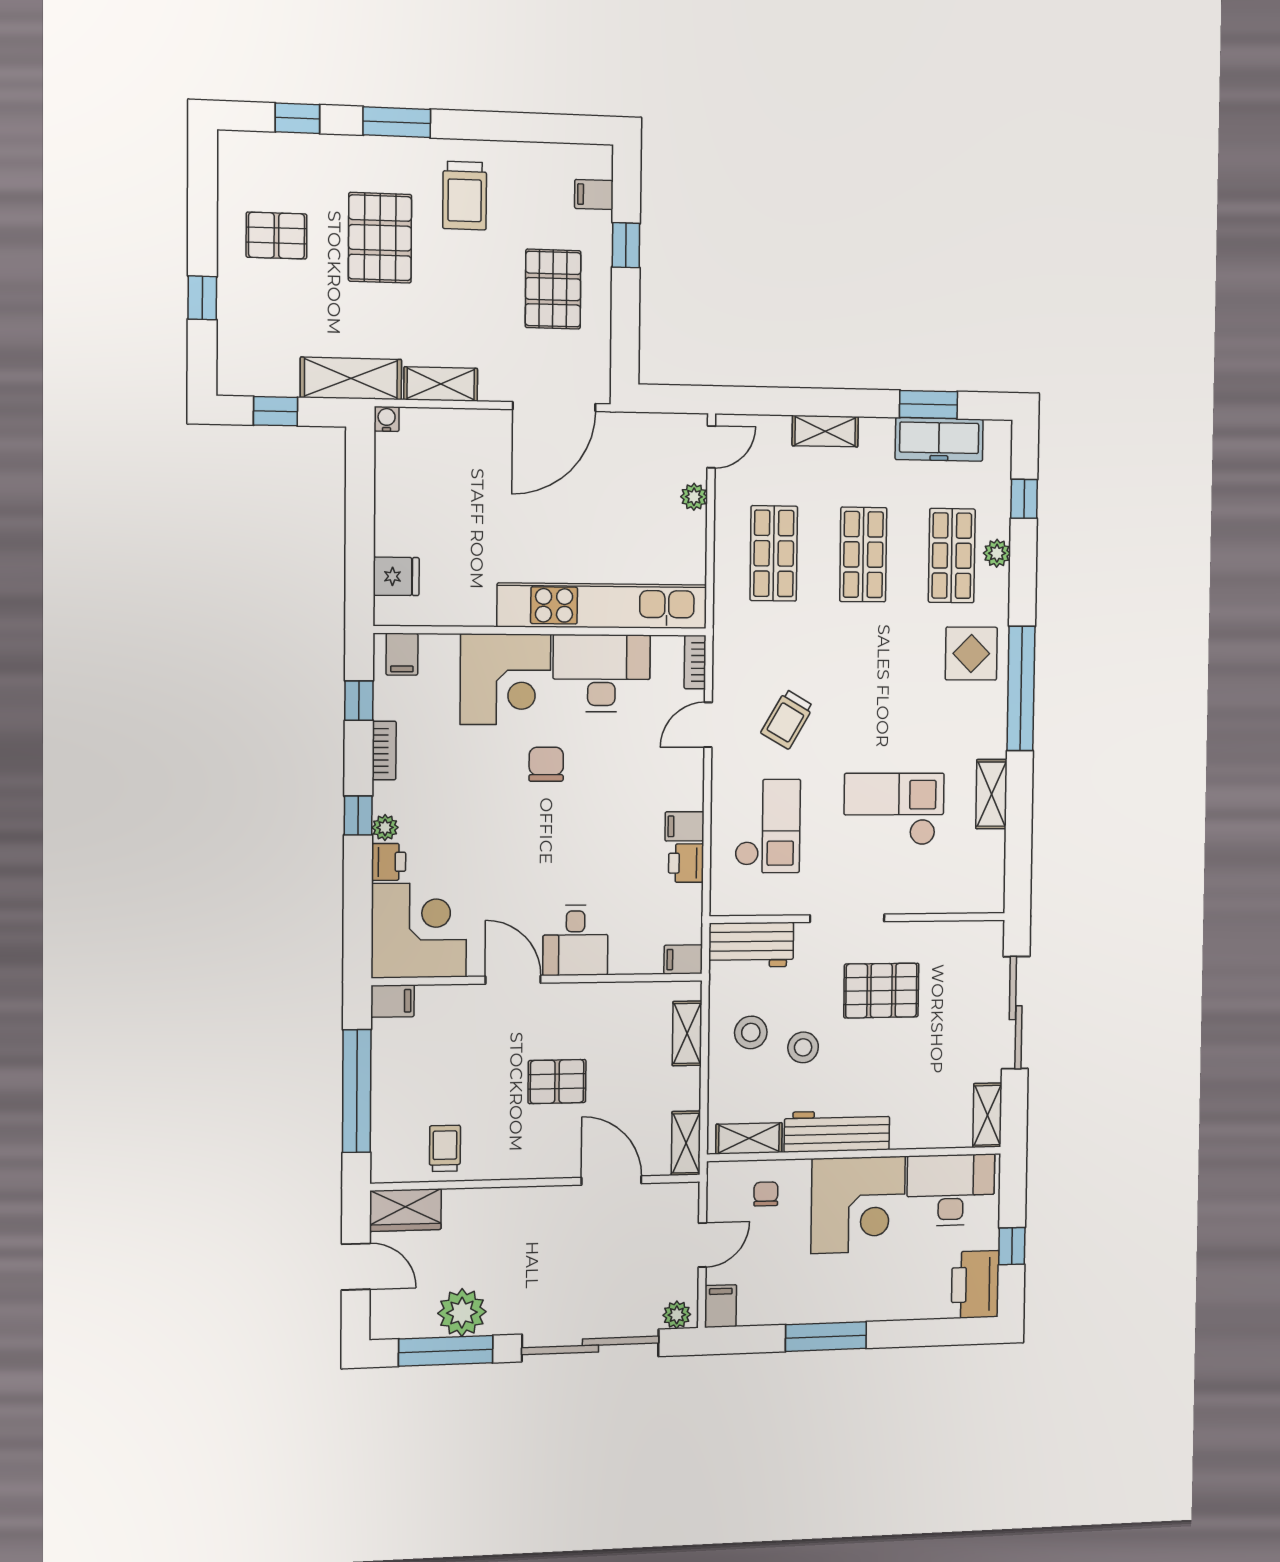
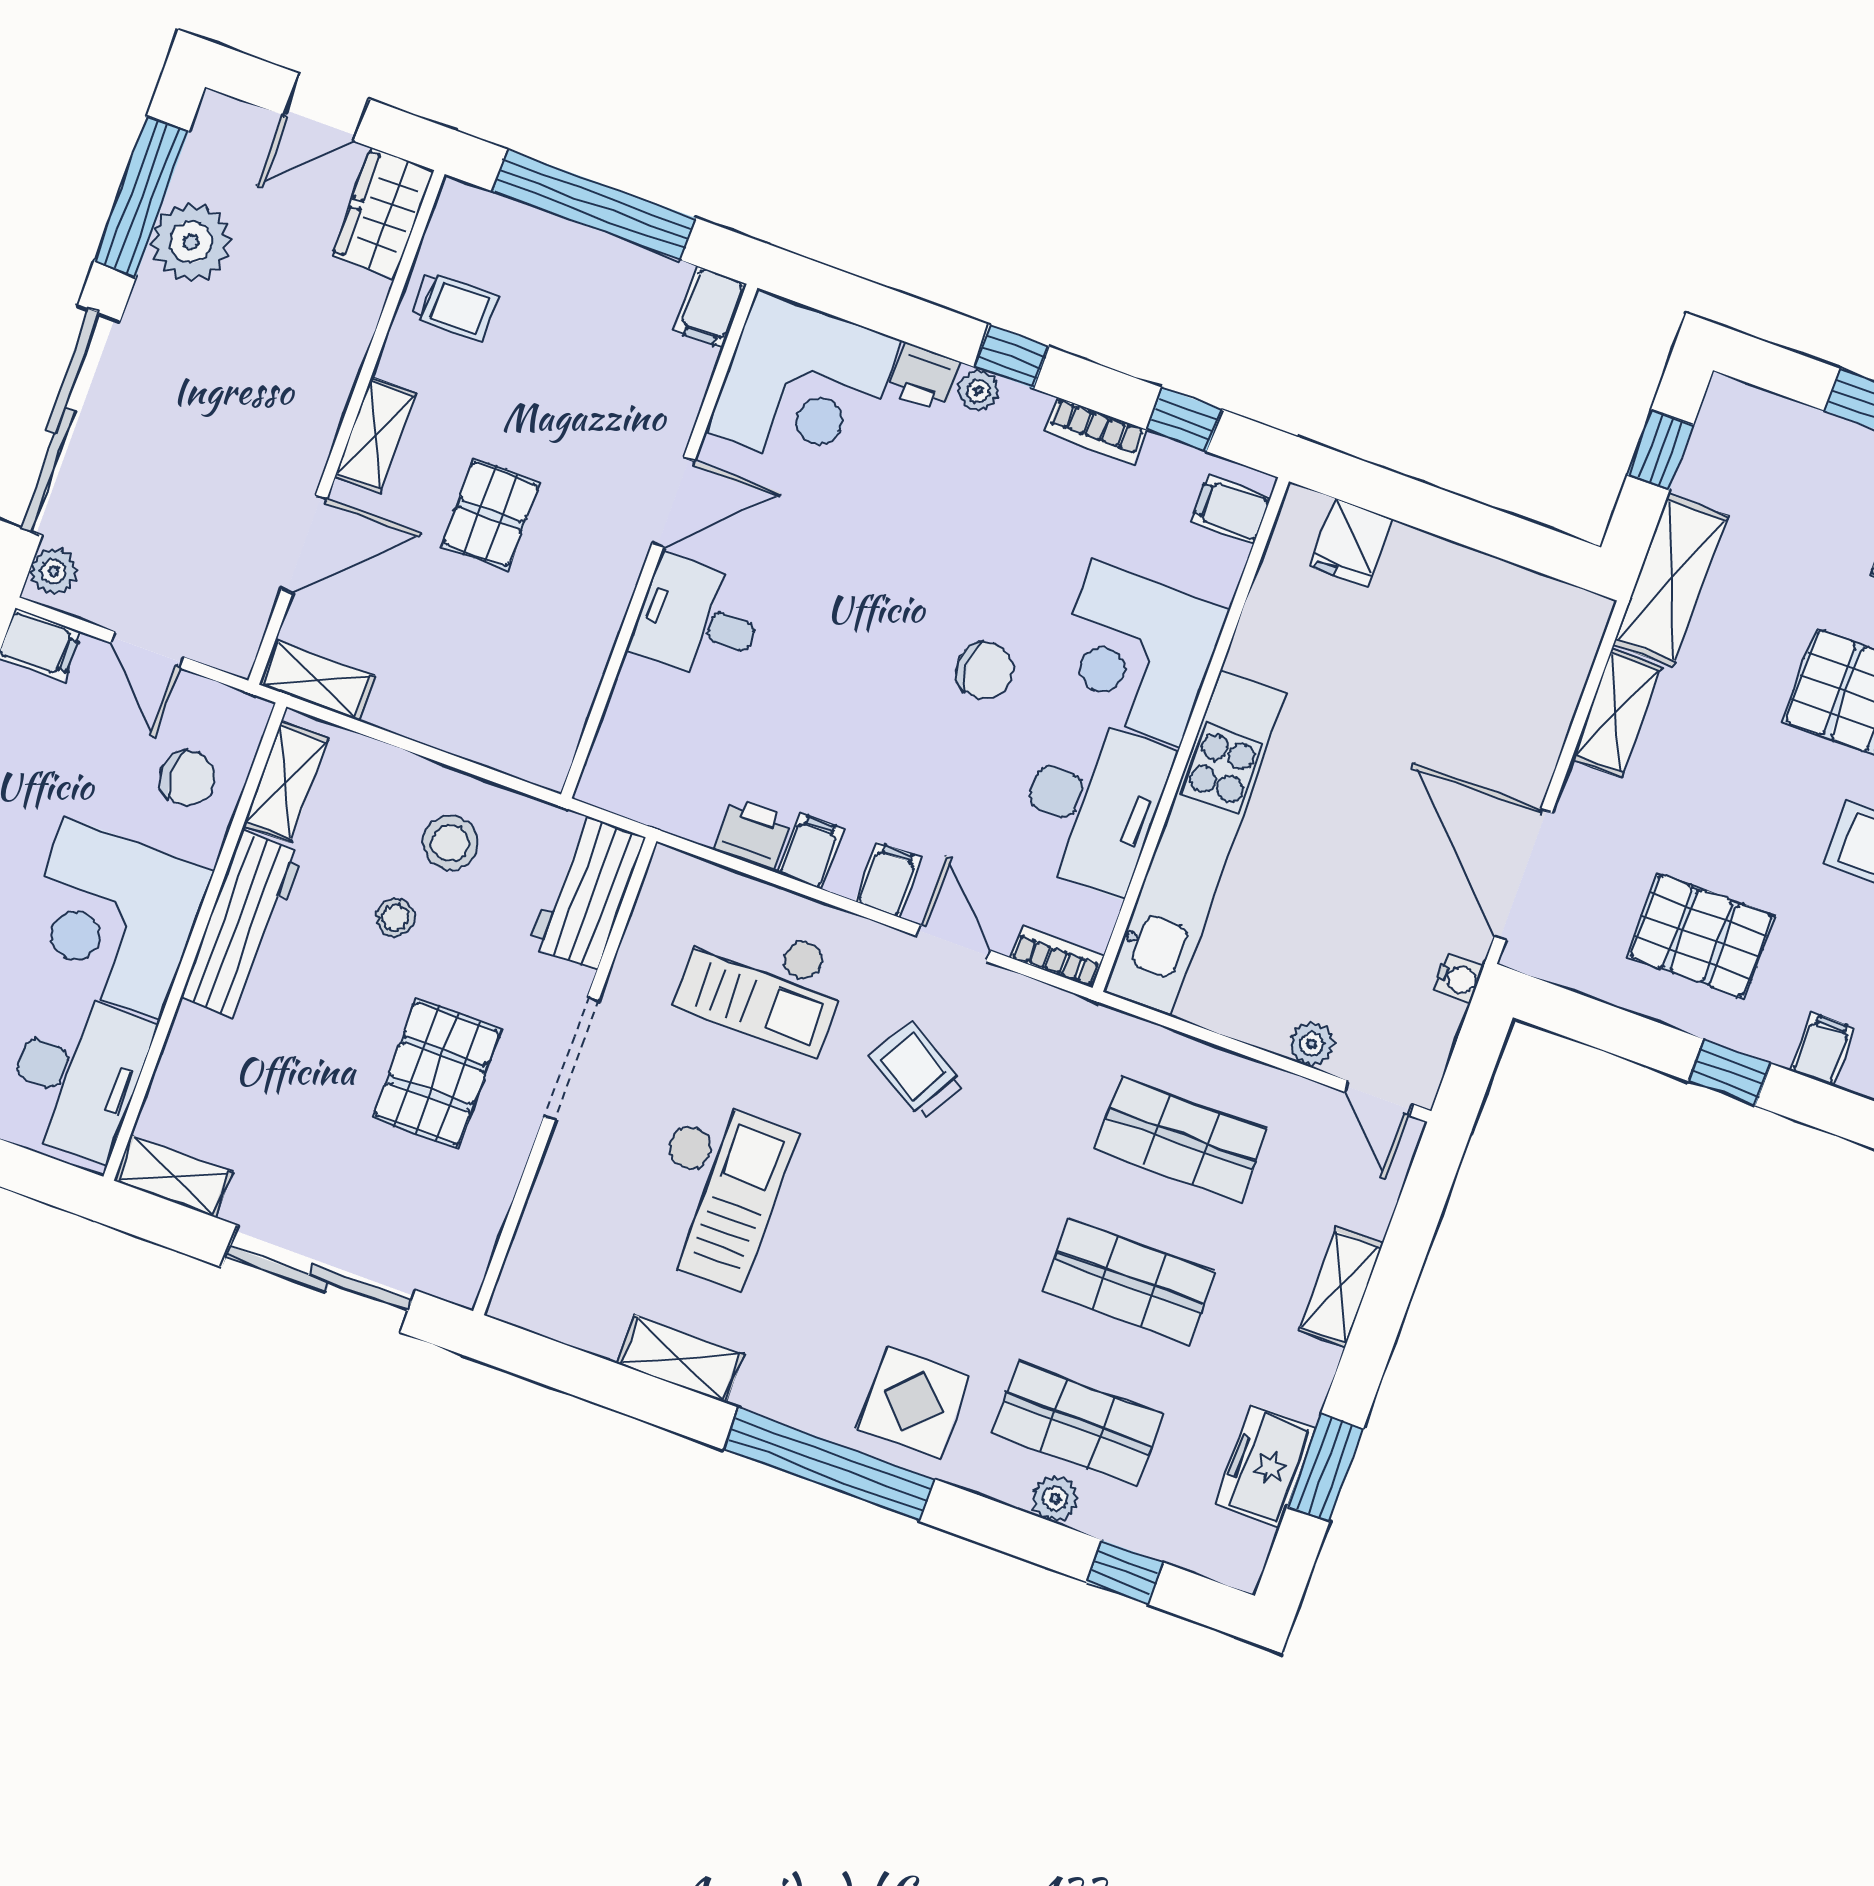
water cooler: (387, 419) -> (1458, 979), moved
freezer: (939, 439) -> (1265, 1466), width x0.71
filing cabinet: (683, 959) -> (888, 880), moved
shelving: (687, 1033) -> (375, 435), moved, turned 90
stool: (803, 1047) -> (395, 917), width x0.73, depth x0.73
chair: (766, 1194) -> (188, 778), width x1.37, depth x1.37

